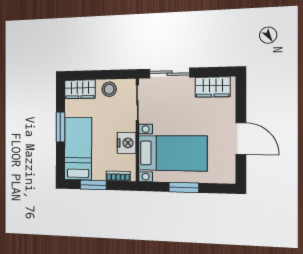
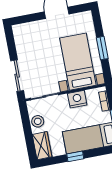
wardrobe: (213, 87) -> (22, 41), removed
window: (60, 127) -> (75, 156), width x0.67

